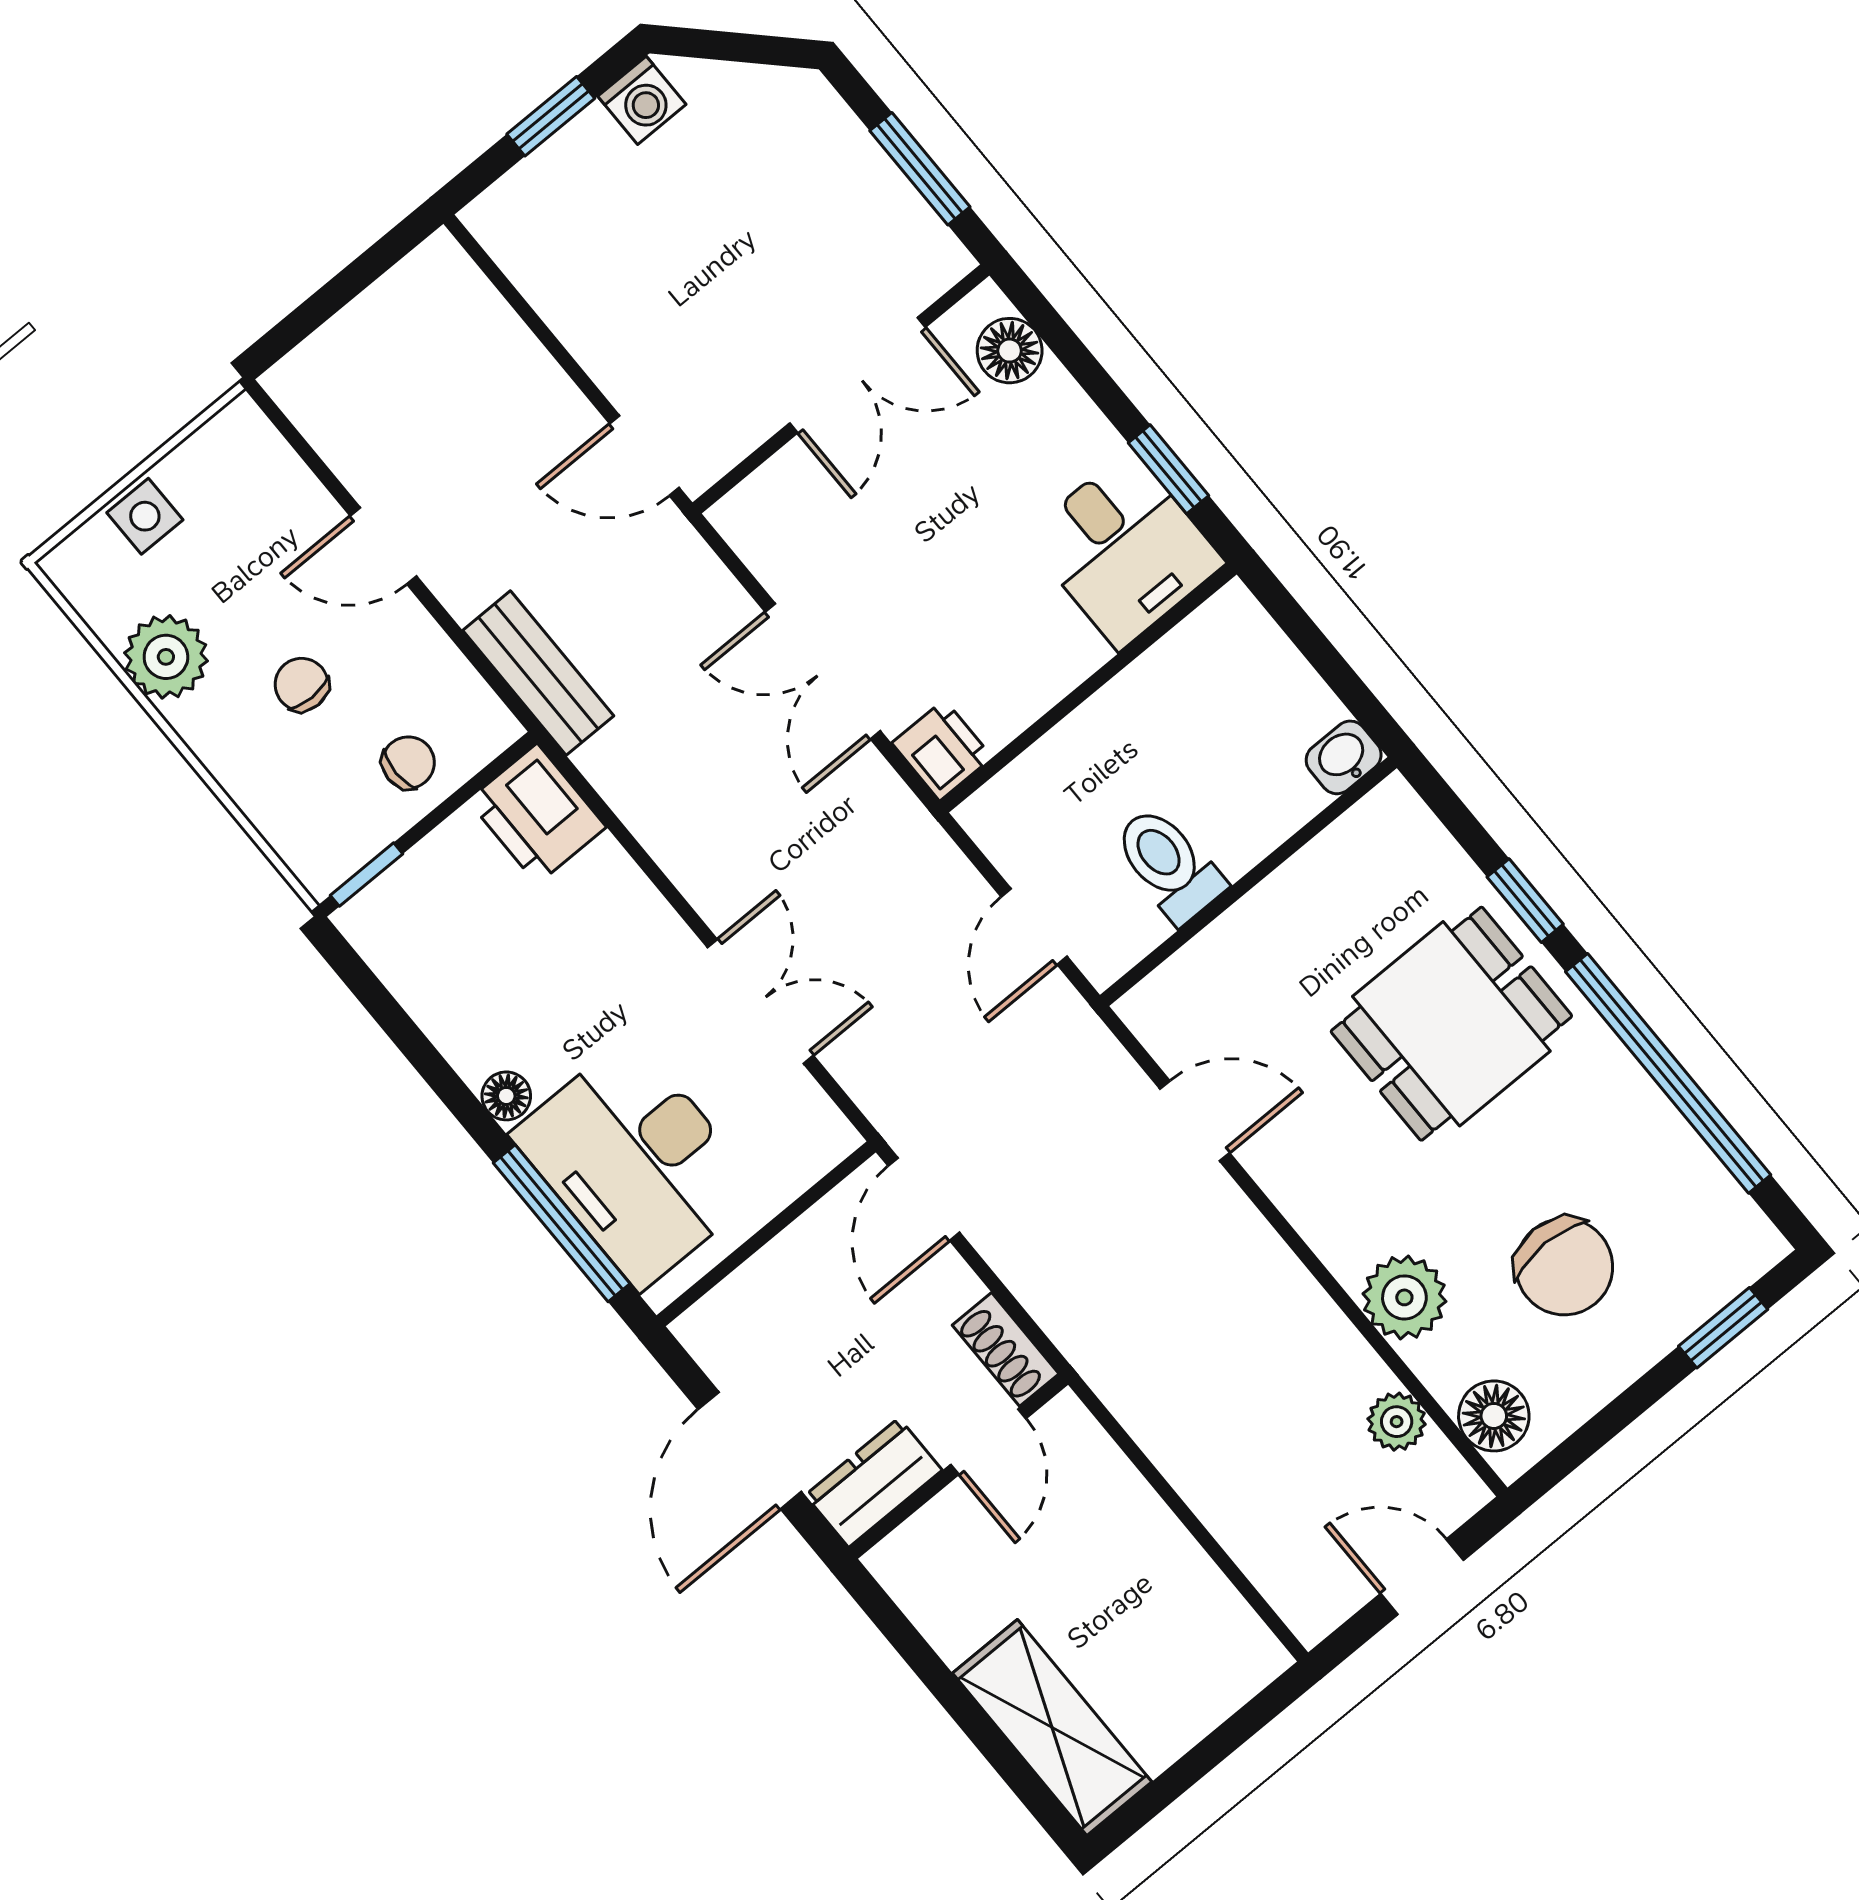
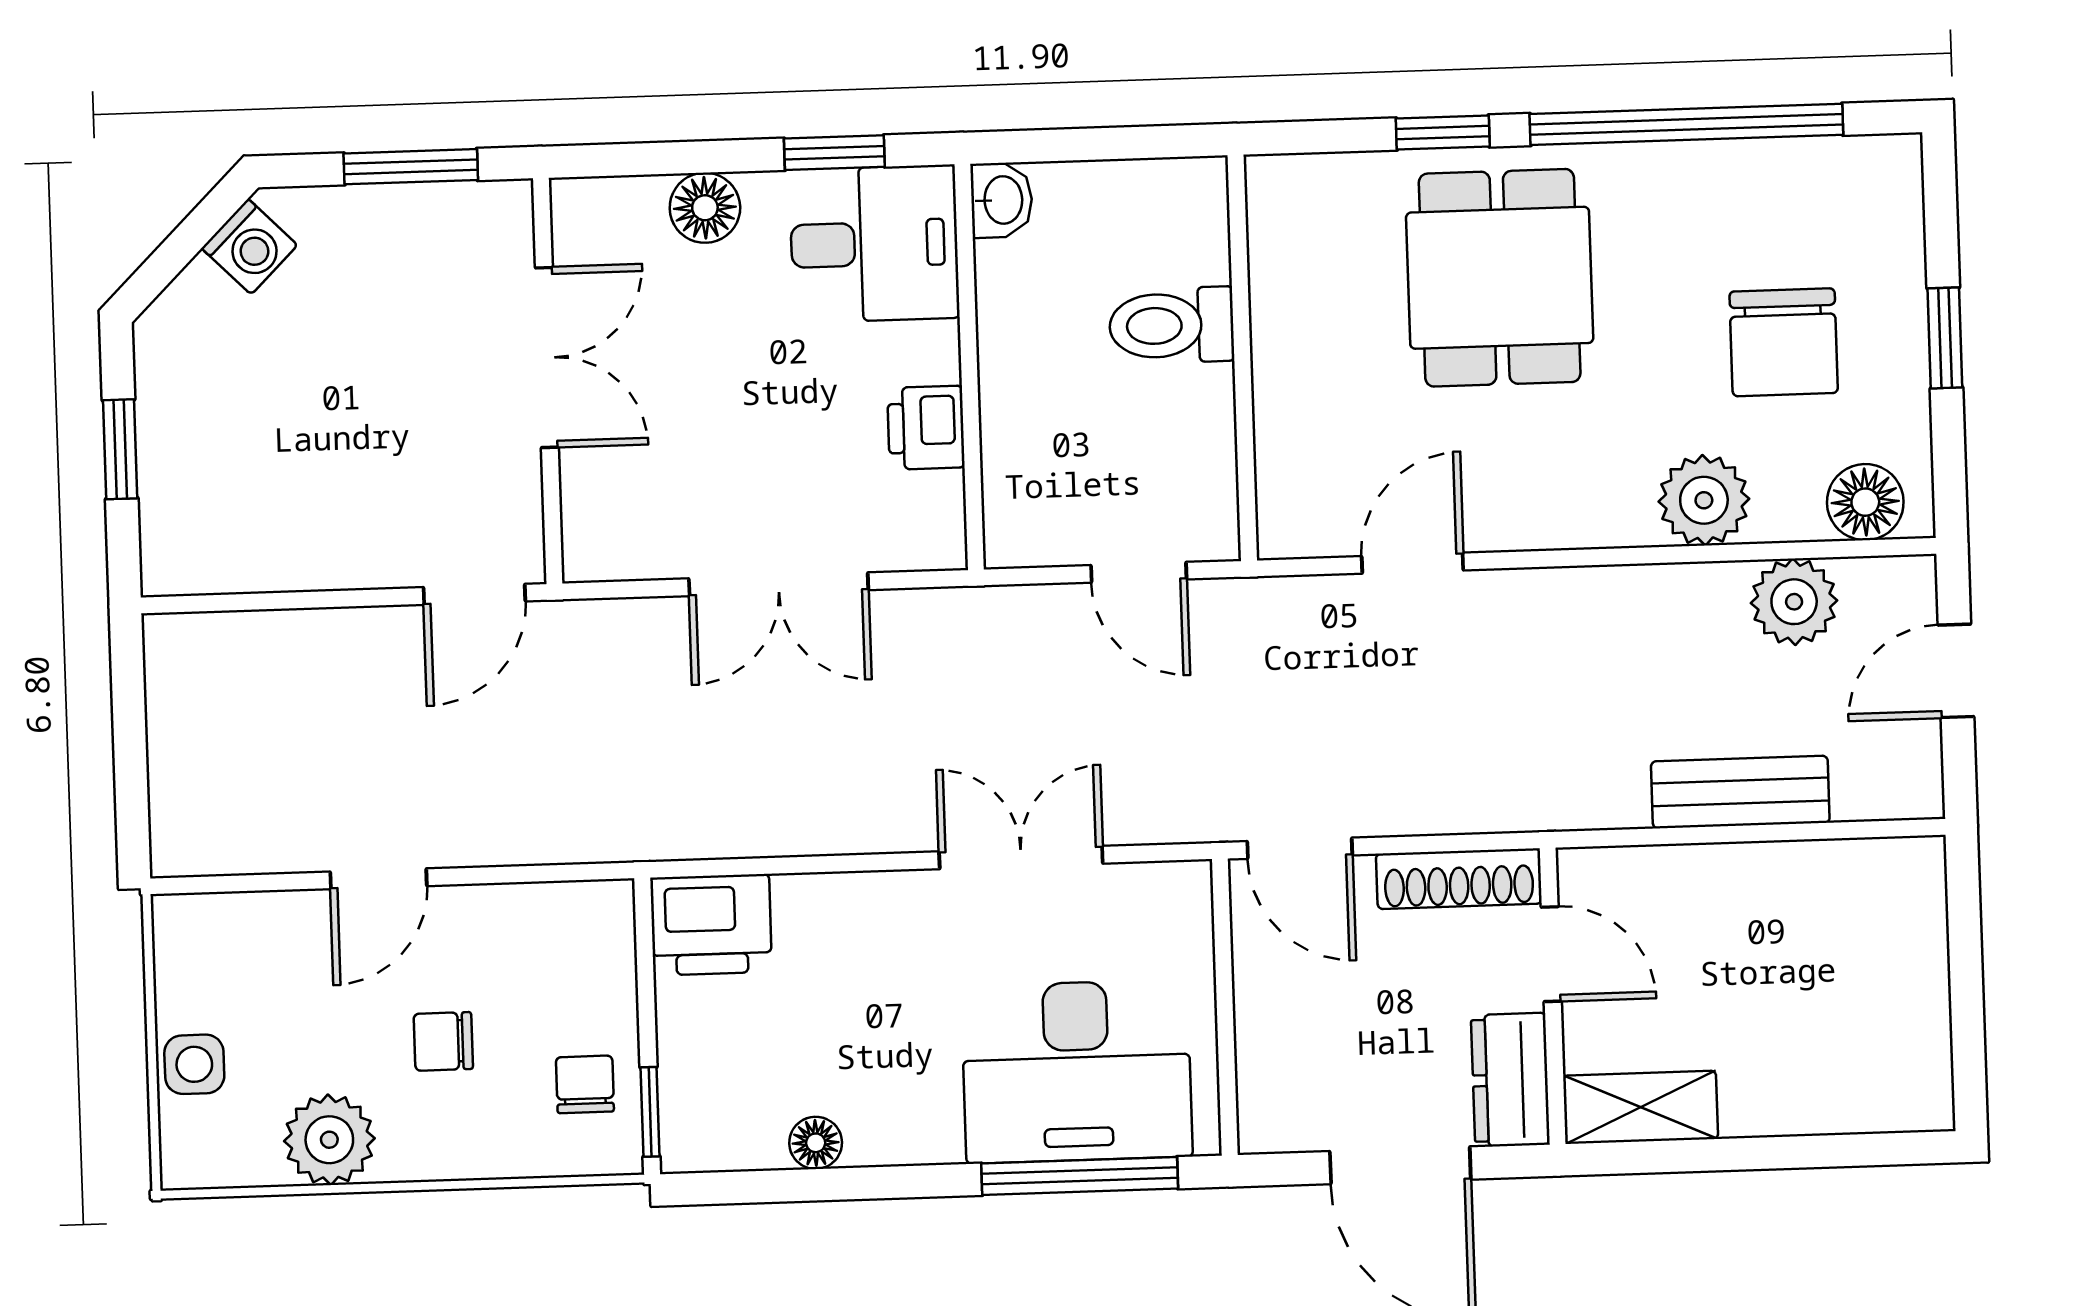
washing machine: (642, 100) -> (250, 247), moved, turned 45
floor lamp: (1010, 351) -> (705, 208), moved
bench: (538, 673) -> (1740, 792), moved
printer: (942, 750) -> (926, 428), moved, turned -90
washbasin: (1344, 757) -> (1002, 200), moved, turned 180
chair: (408, 763) -> (585, 1084), moved
toilet: (1169, 864) -> (1172, 325), moved
floor lamp: (506, 1096) -> (816, 1143), moved
chair: (1564, 1267) -> (1784, 342), turned 90
window: (1723, 1328) -> (1945, 338), moved
shoe rack: (1006, 1349) -> (1459, 879), width x1.43
plant: (1397, 1422) -> (1794, 602), width x1.38, depth x1.38
shelving: (1052, 1727) -> (1641, 1107), moved, width x0.67, depth x0.75

